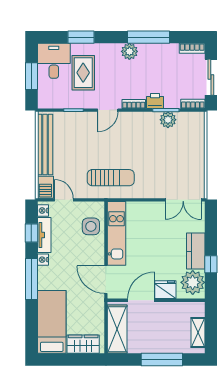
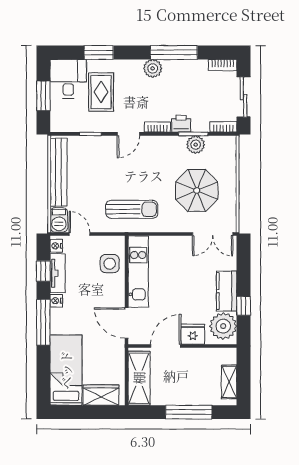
parasol: (169, 161) -> (197, 190), added

